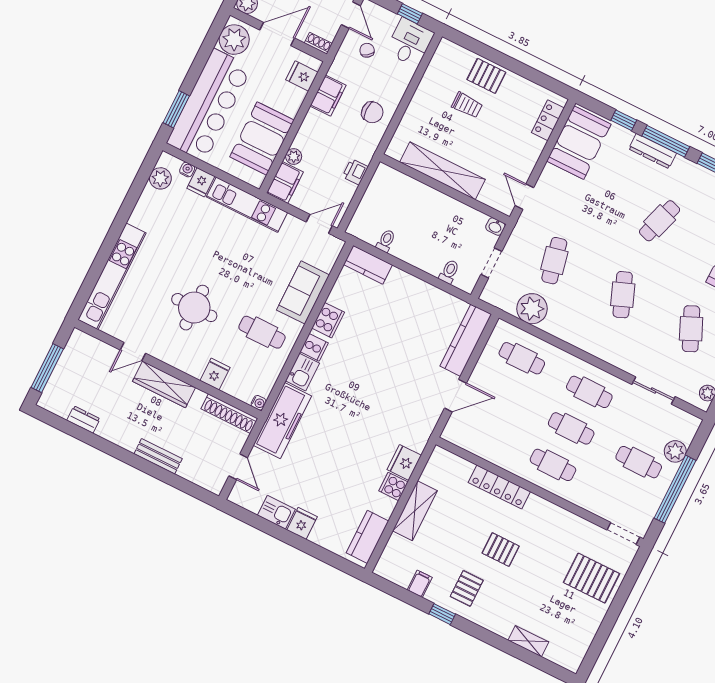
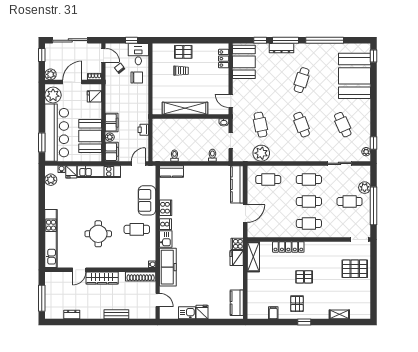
filing cabinet: (328, 96) -> (112, 123), moved
chair: (372, 112) -> (137, 78), moved
fridge: (215, 374) -> (124, 261), removed
cooker: (393, 486) -> (237, 244), moved
shelving: (415, 511) -> (253, 257), moved
window: (442, 614) -> (304, 322), moved

